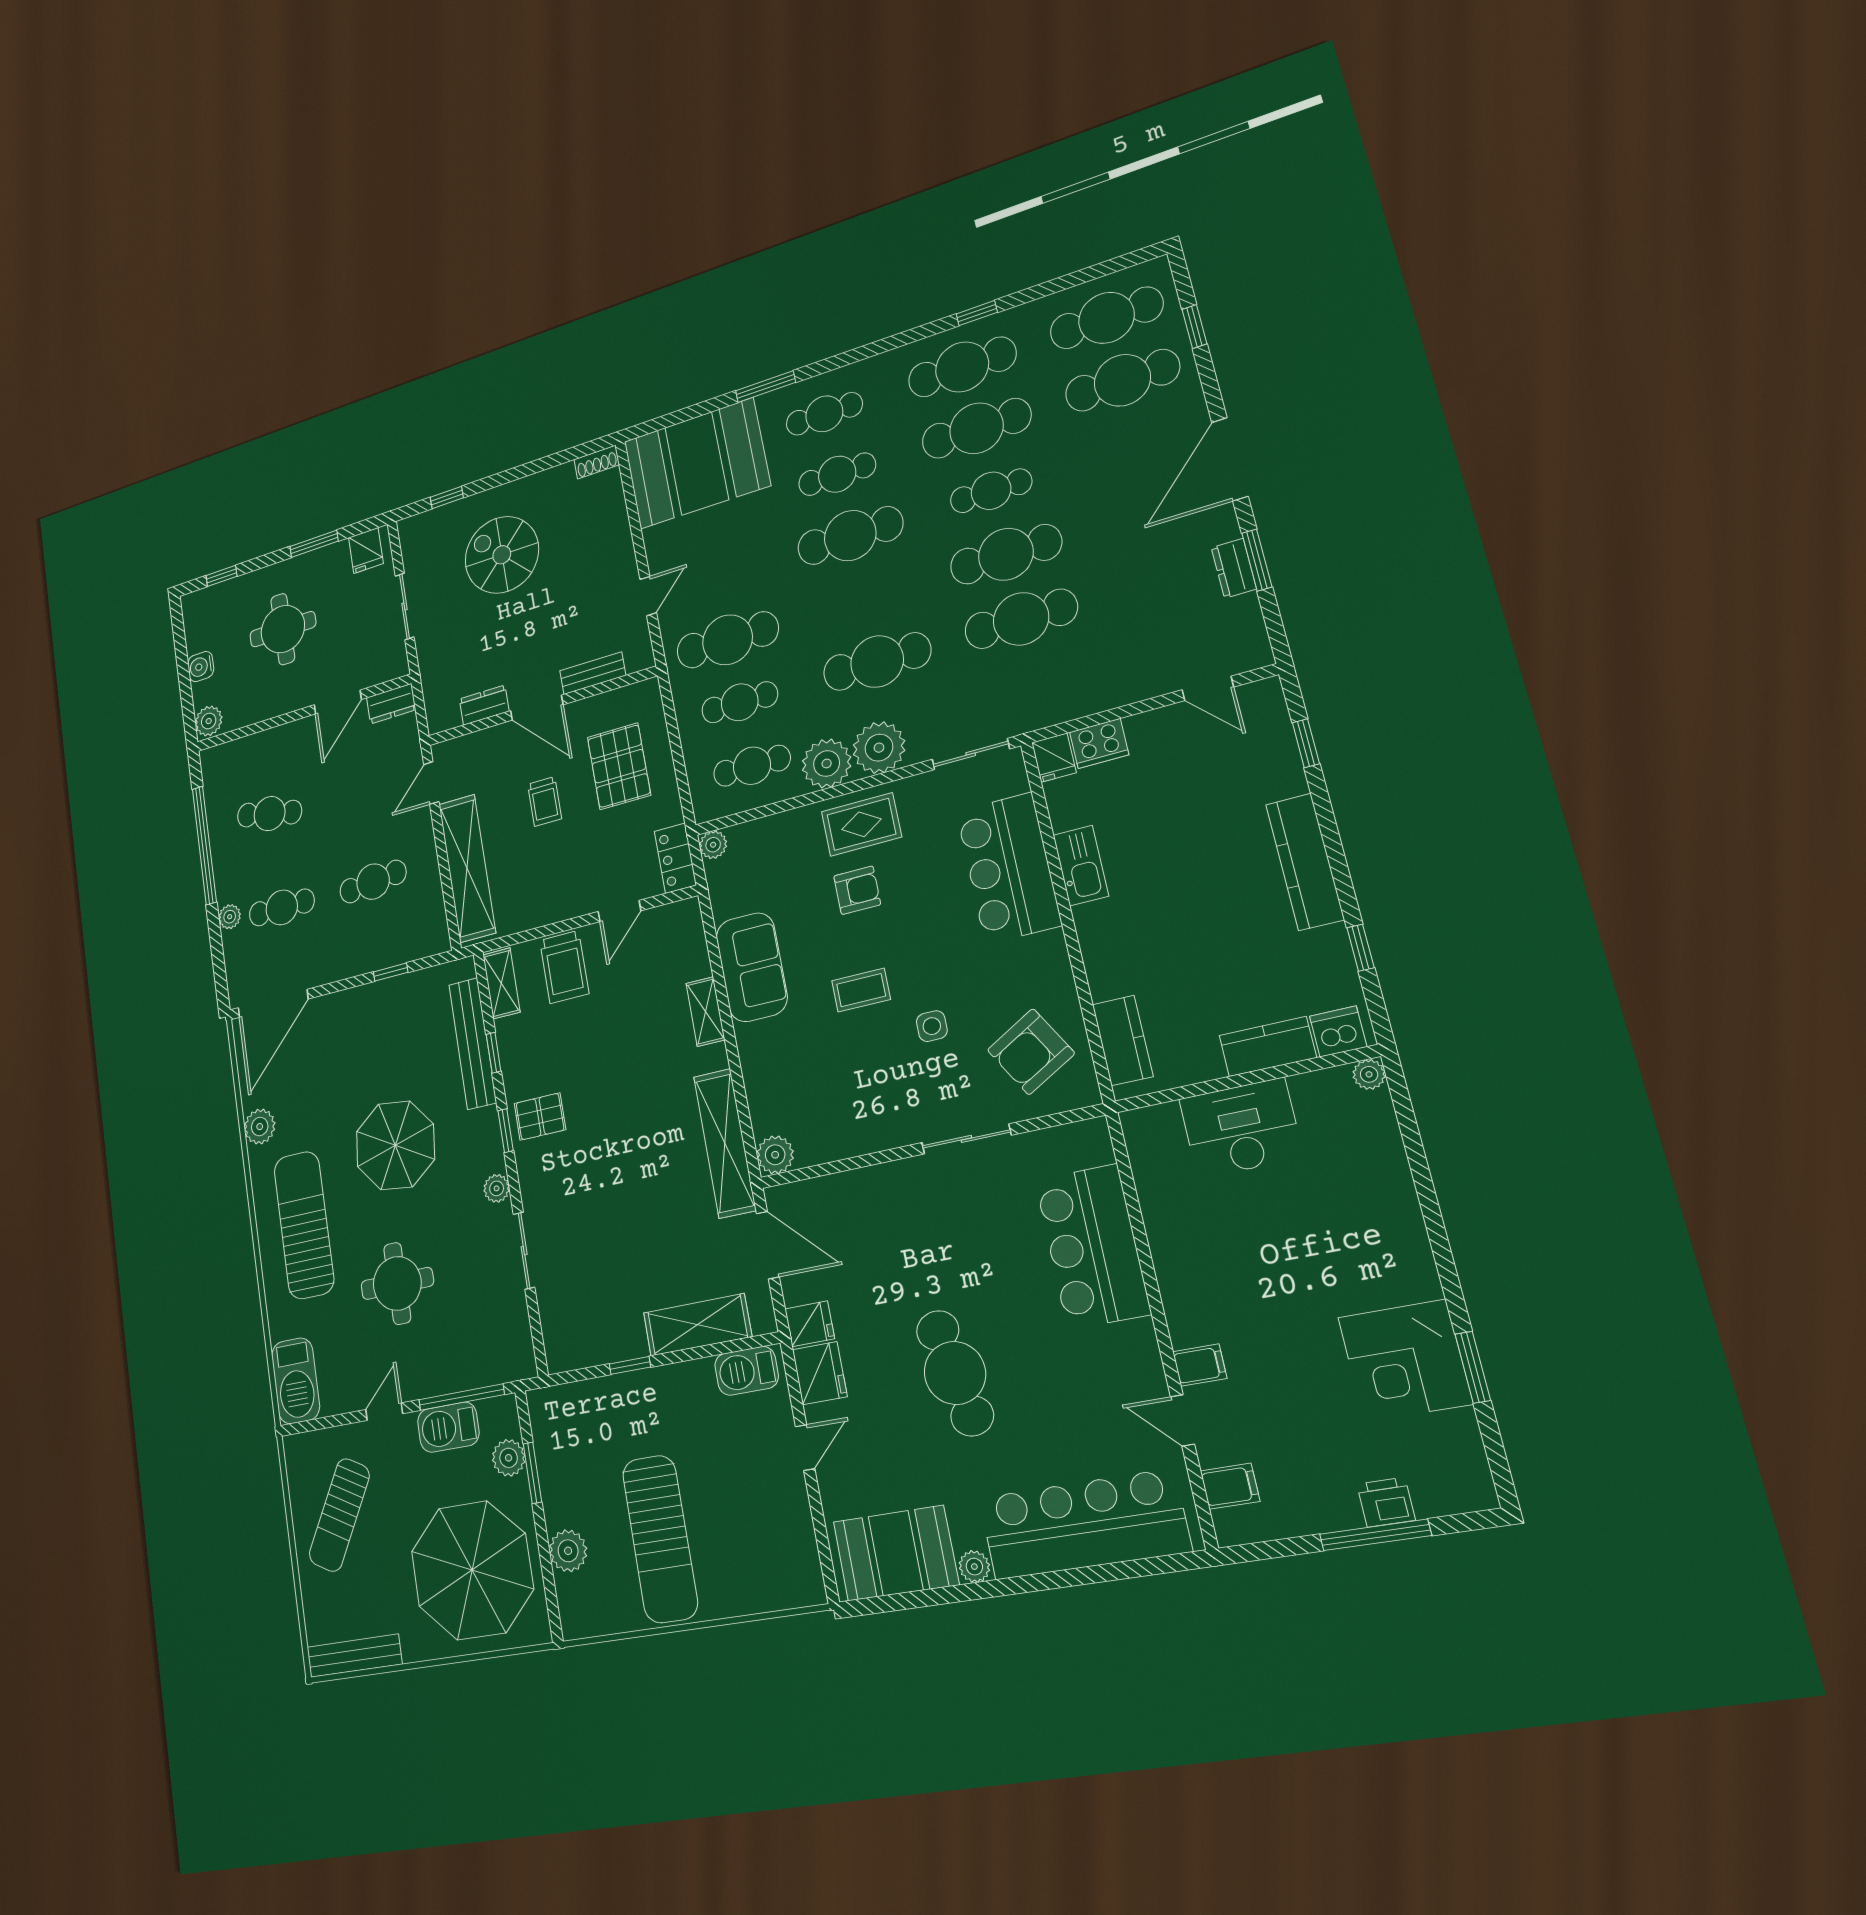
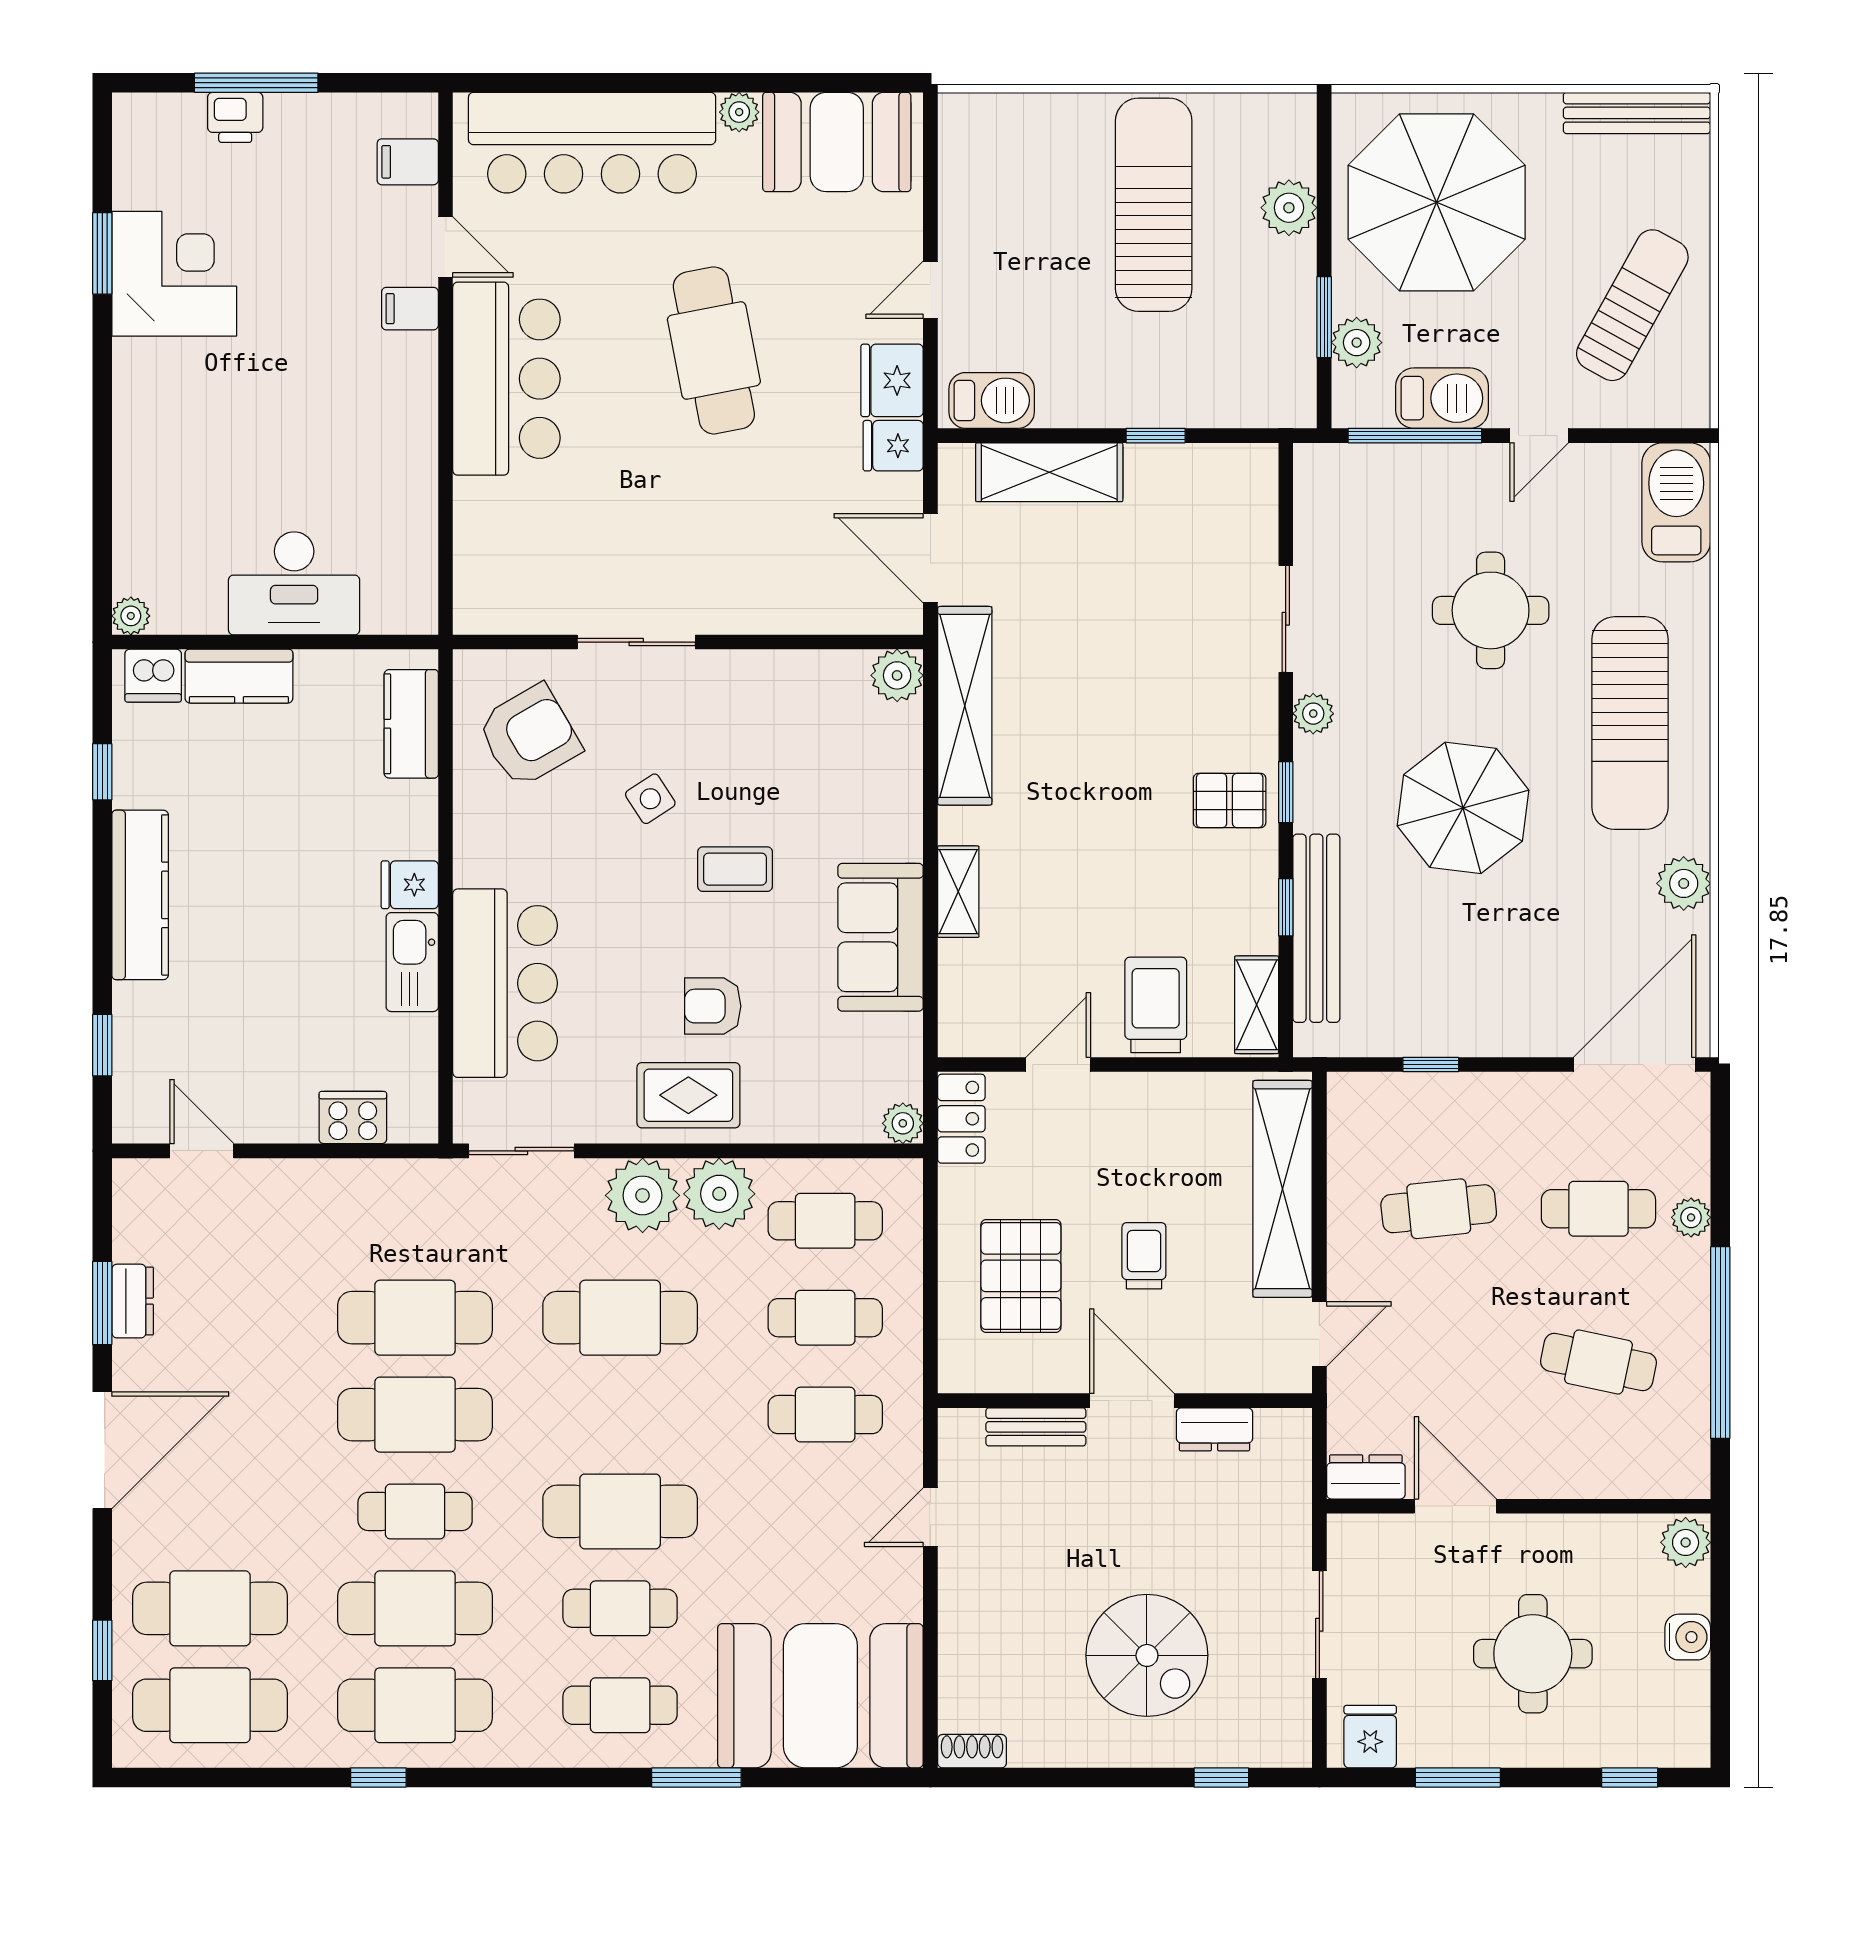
cafe table: (728, 640) -> (825, 1415), width x0.73, depth x0.74
door: (338, 702) -> (1455, 1506), hinge flipped
fridge: (1054, 758) -> (410, 885), moved, turned -90
side table: (932, 1026) -> (650, 799), turned -33
bar counter: (1093, 1246) -> (506, 379), moved

